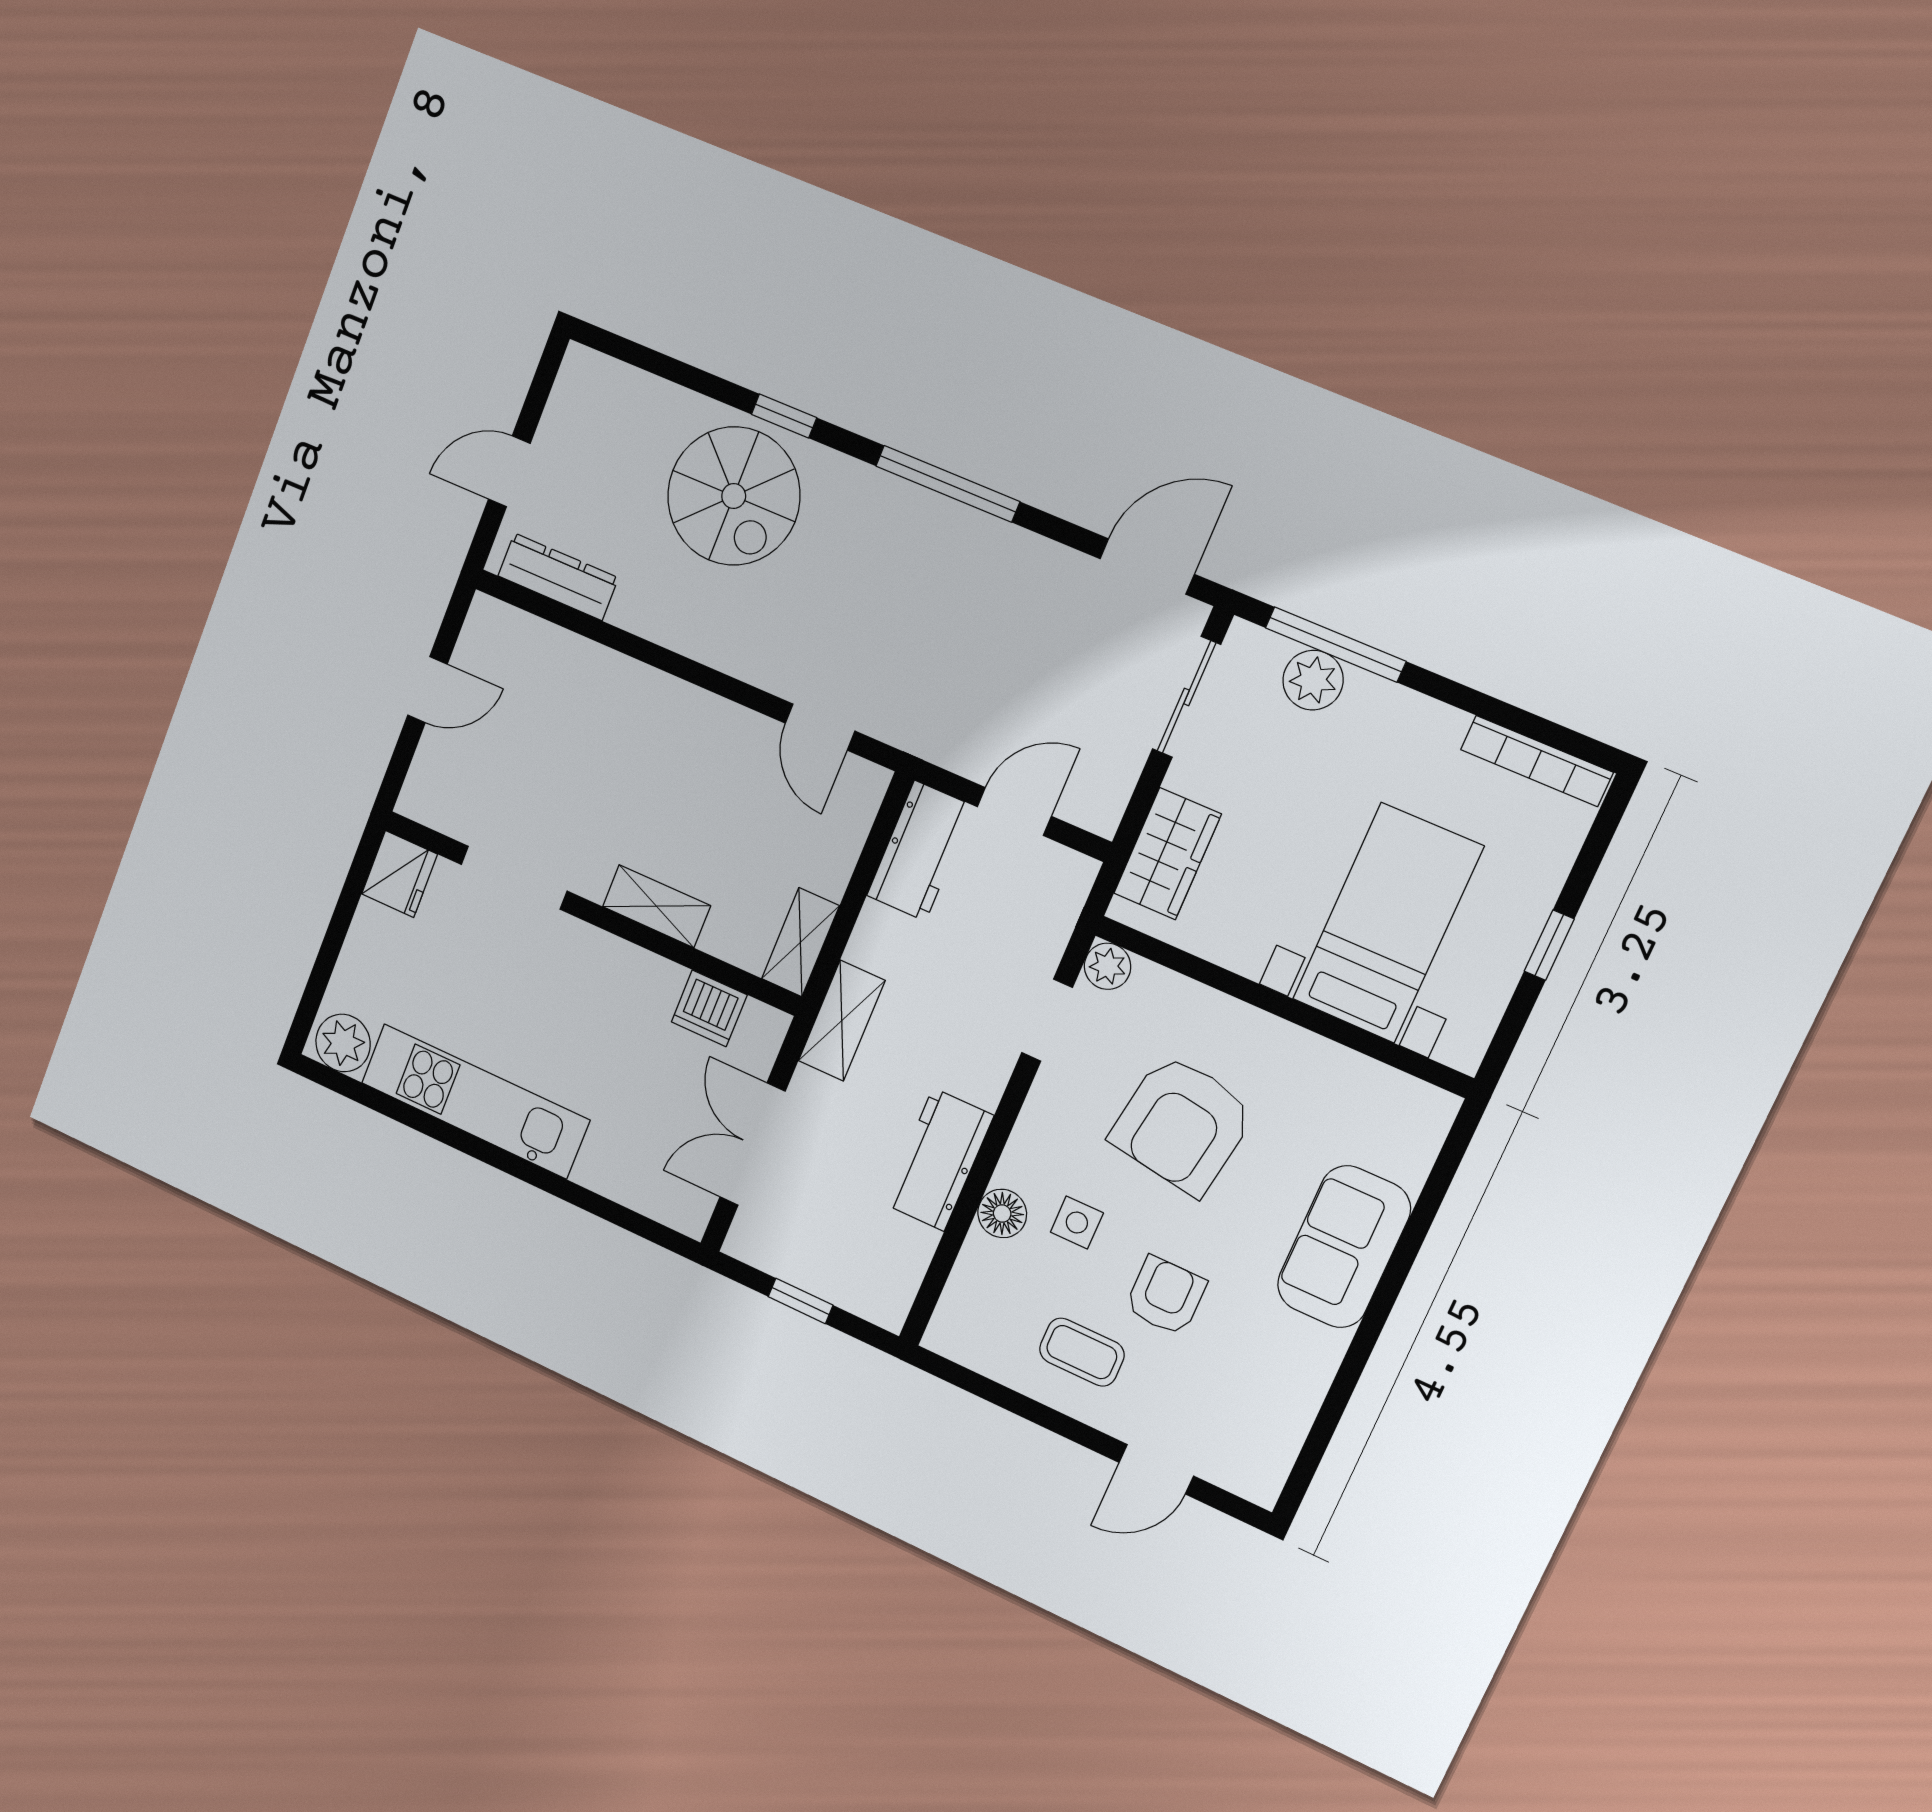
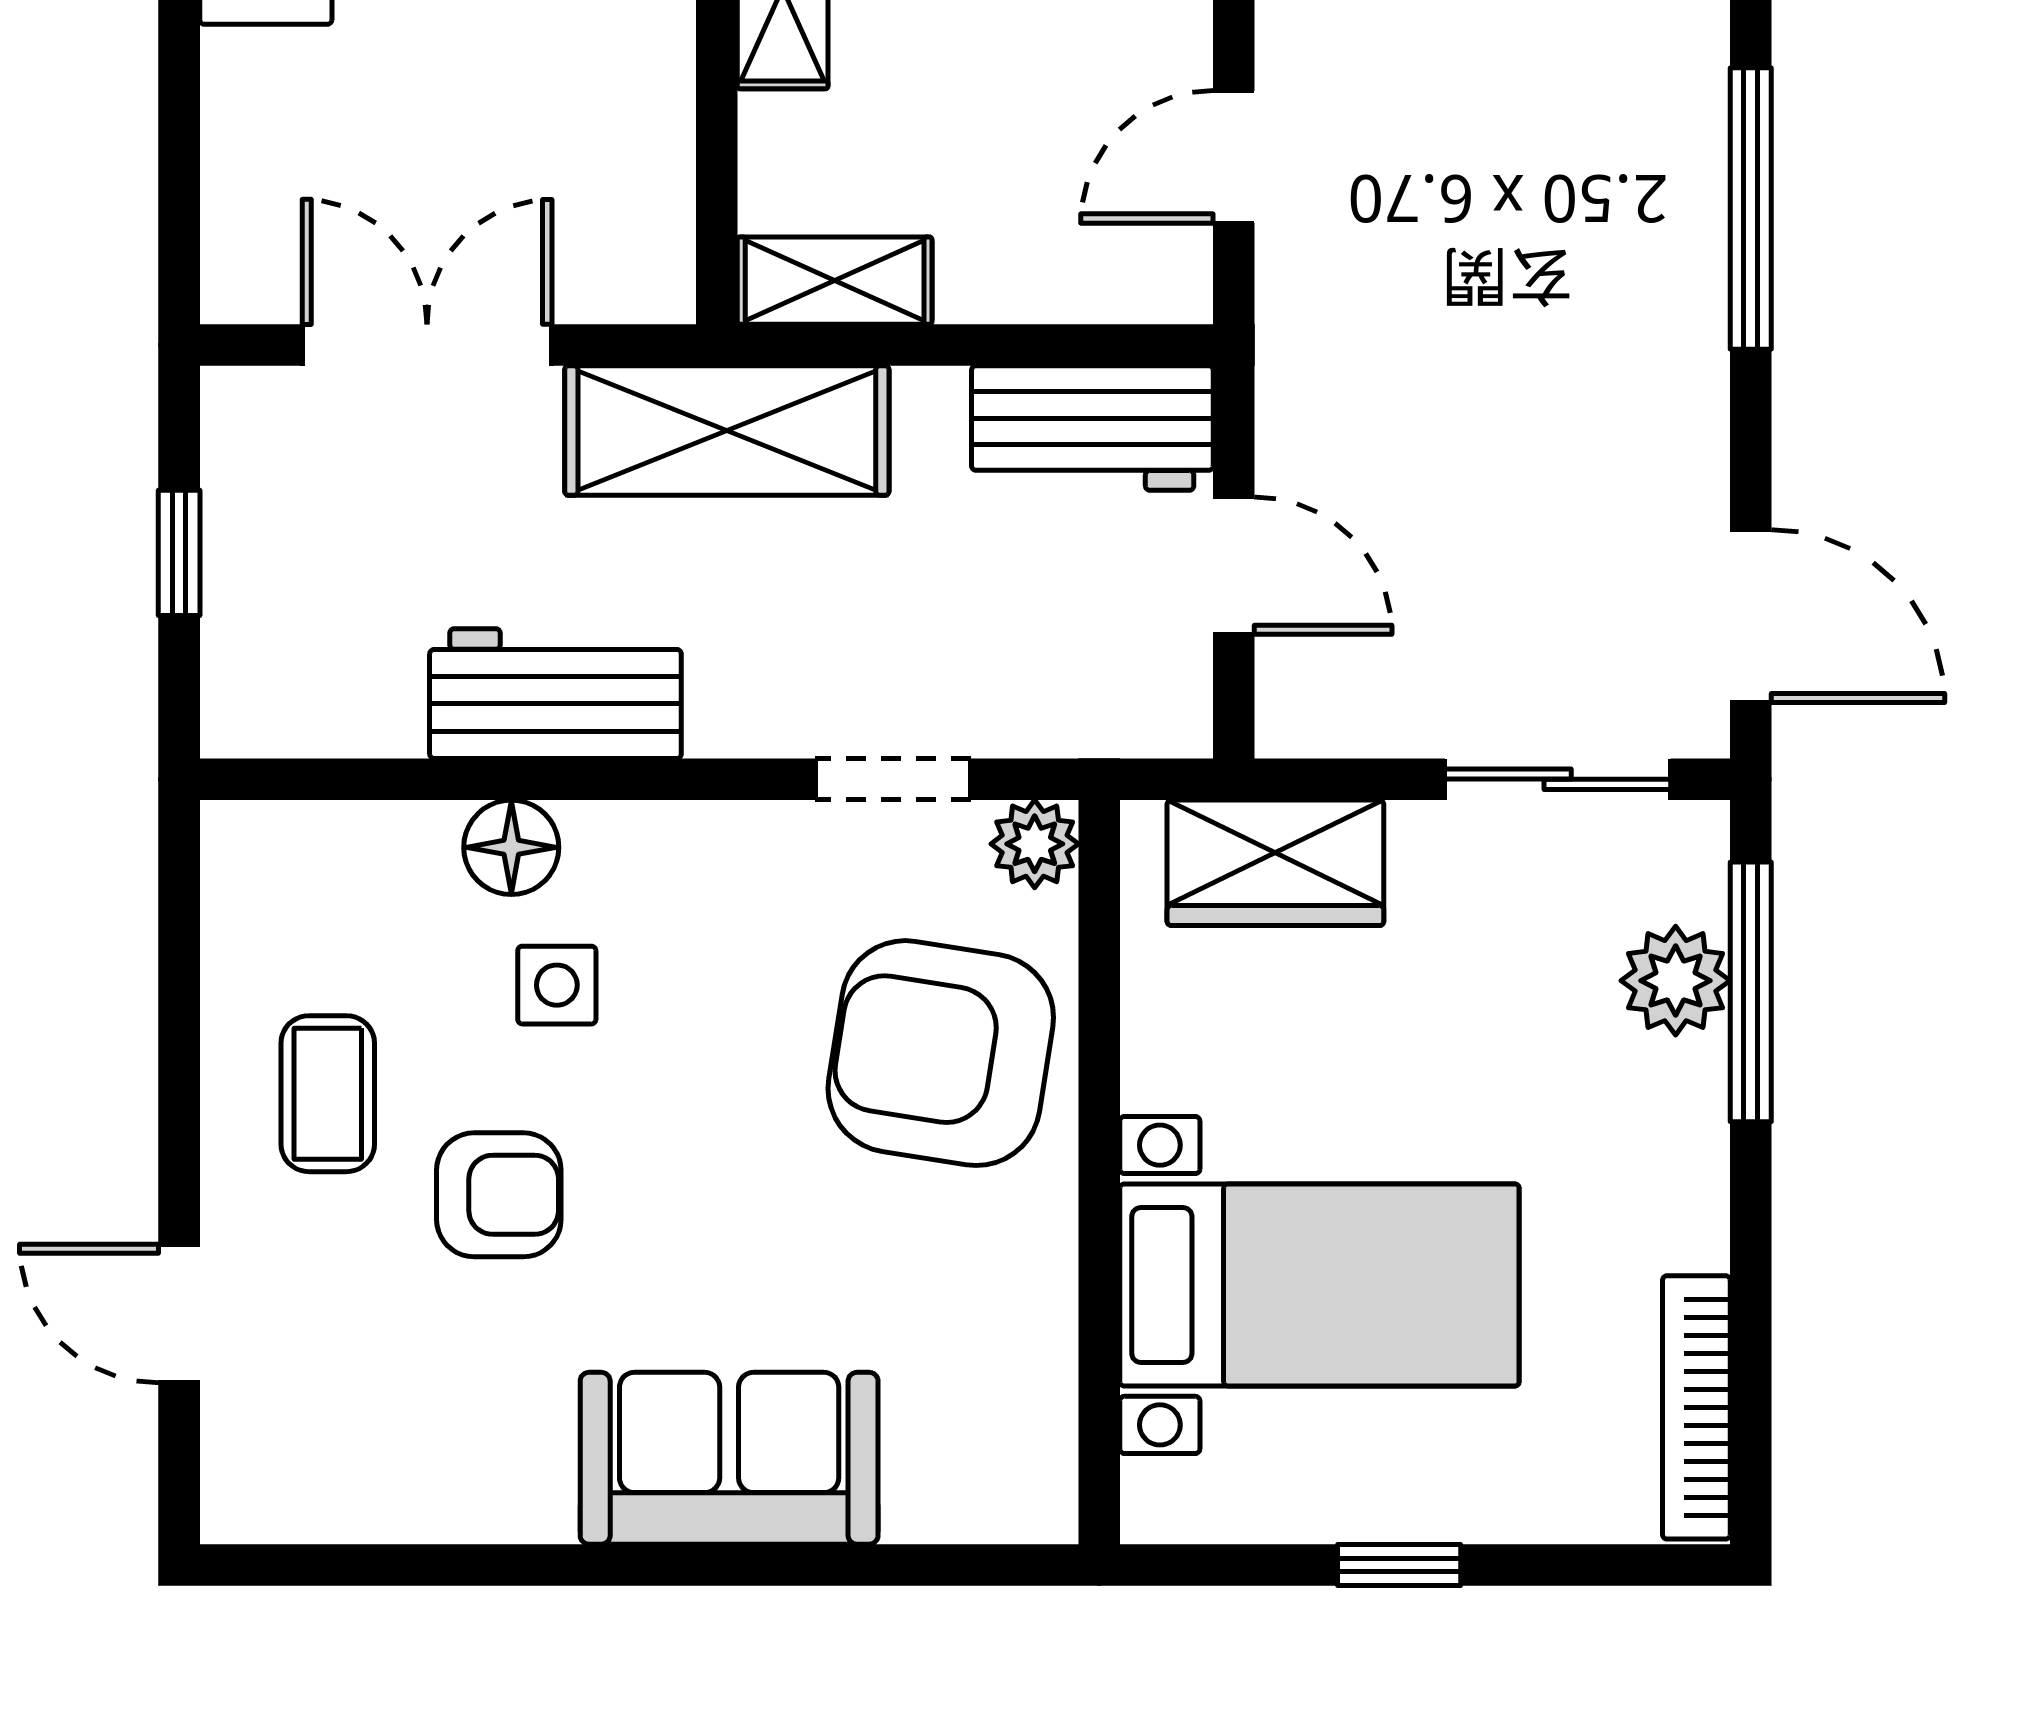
dishwasher: (709, 1008) -> (640, 163), removed
shelving: (842, 1021) -> (727, 430), width x1.50, depth x1.33
armchair: (1182, 1124) -> (941, 1053), moved

